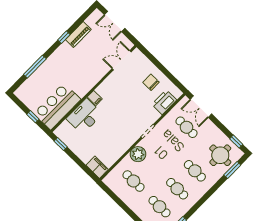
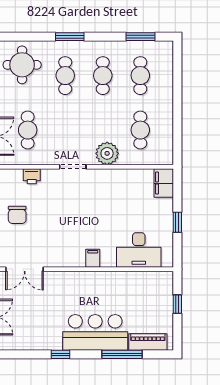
piano: (78, 34) -> (148, 342), moved
printer: (164, 102) -> (32, 176), width x0.53, depth x0.68
bar counter: (57, 106) -> (95, 332), moved, turned 180
desk: (84, 116) -> (139, 250), moved
window: (61, 144) -> (177, 222), moved
window: (232, 170) -> (70, 37), moved

